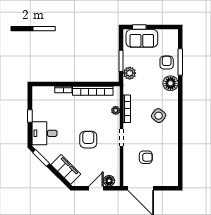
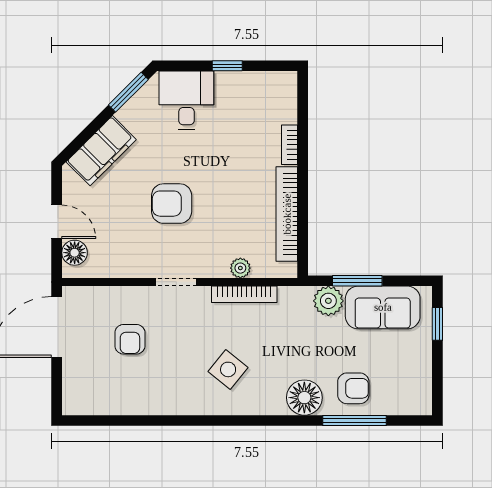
sofa: (142, 38) -> (383, 307), moved, turned -90
armchair: (88, 140) -> (172, 204), turned 180

